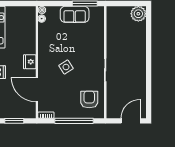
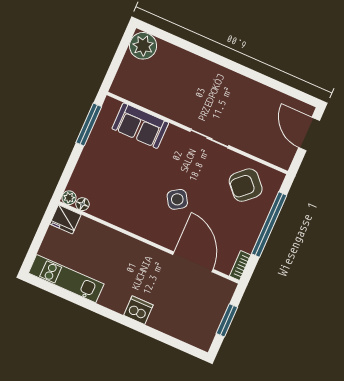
sofa: (75, 14) -> (140, 126), moved, turned 90
fridge: (30, 62) -> (65, 219), moved
door: (37, 90) -> (193, 262), swing flipped
armchair: (89, 99) -> (246, 185), turned -43

